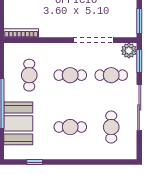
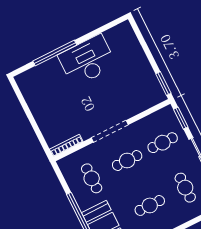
doorway: (93, 40) -> (110, 131), moved
plant: (129, 51) -> (167, 114), removed

